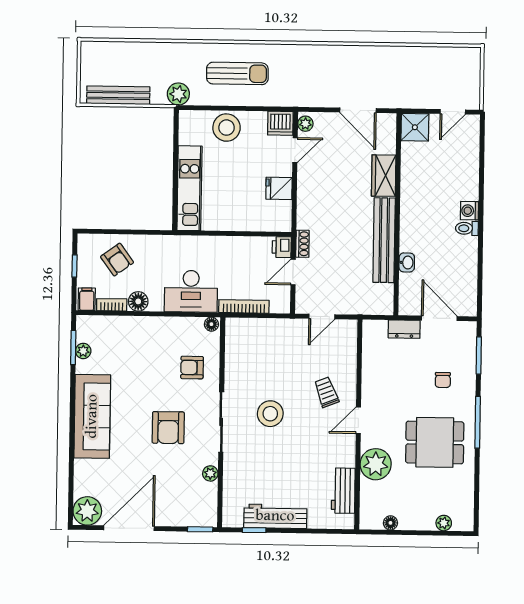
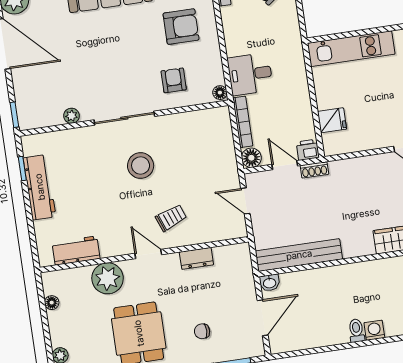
fridge: (279, 188) -> (332, 120), moved, turned 90
bench: (384, 240) -> (299, 255), moved
washbasin: (407, 262) -> (270, 283), moved
desk: (191, 291) -> (250, 74), width x0.73
floor lamp: (138, 301) -> (251, 158), moved
dresser: (404, 329) -> (196, 258), moved, turned -90
armchair: (168, 428) -> (181, 27), moved, turned 180

